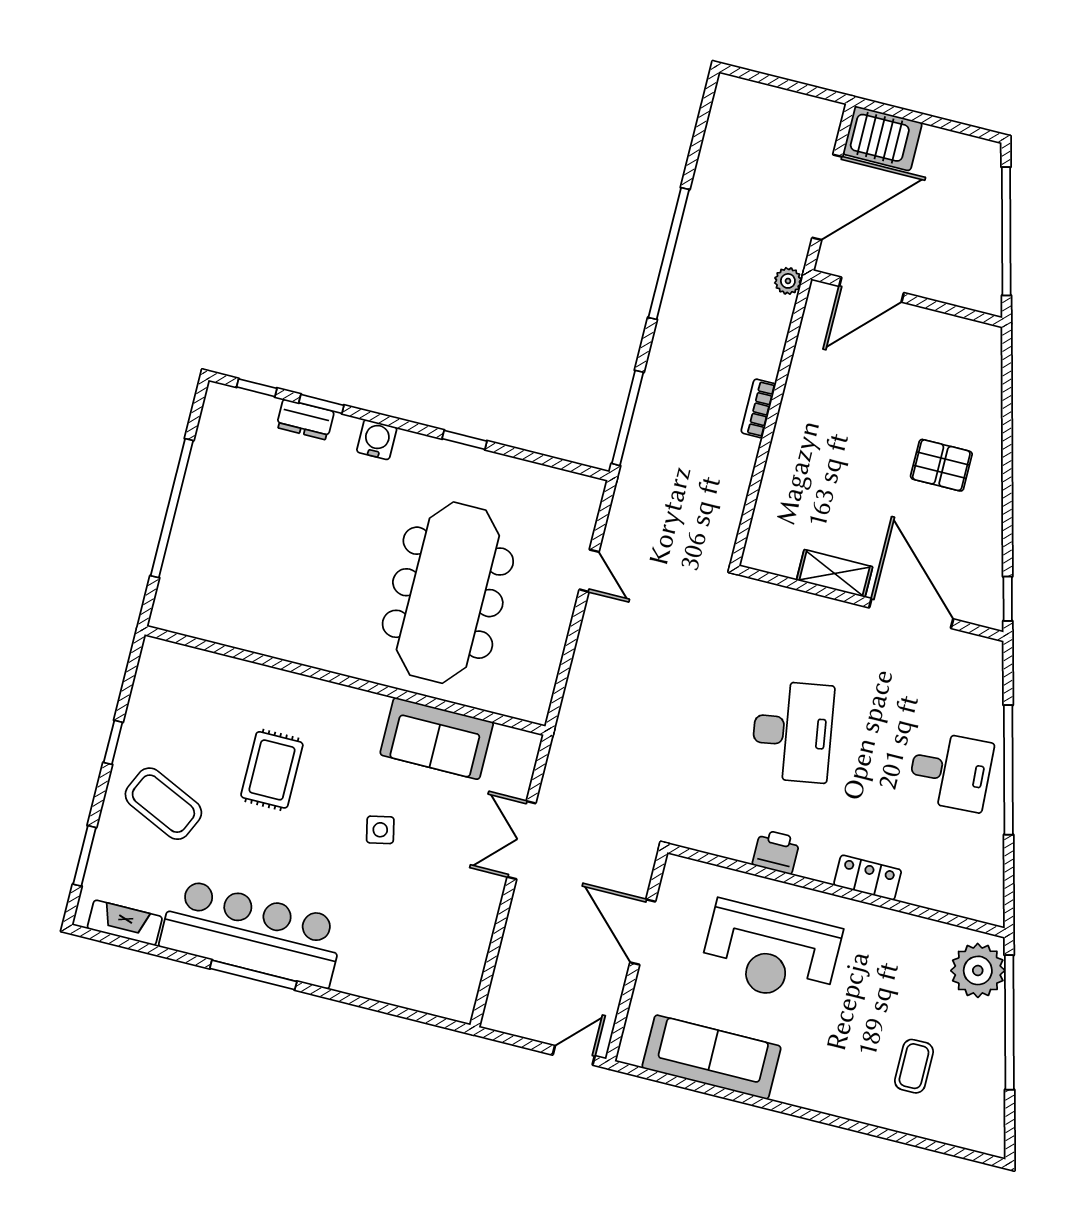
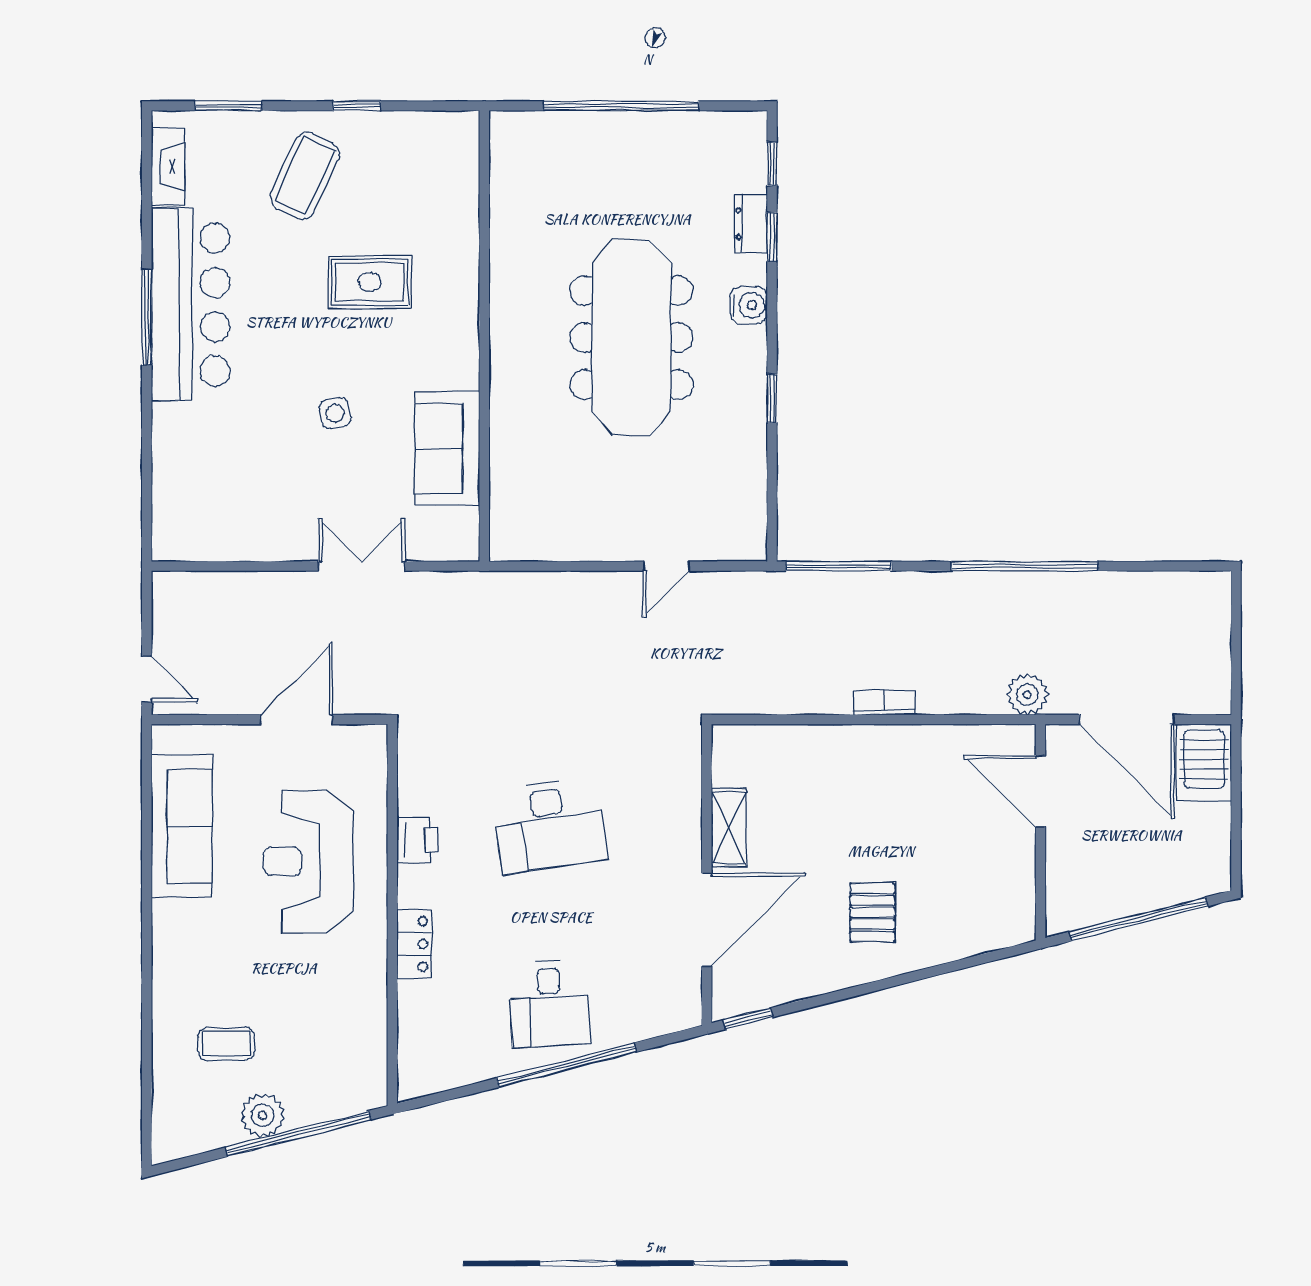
plant: (788, 281) -> (1027, 695), width x1.38, depth x1.38
meeting table: (448, 593) -> (631, 338), moved, turned 90
plant: (978, 970) -> (263, 1115), moved, width x0.73, depth x0.73

